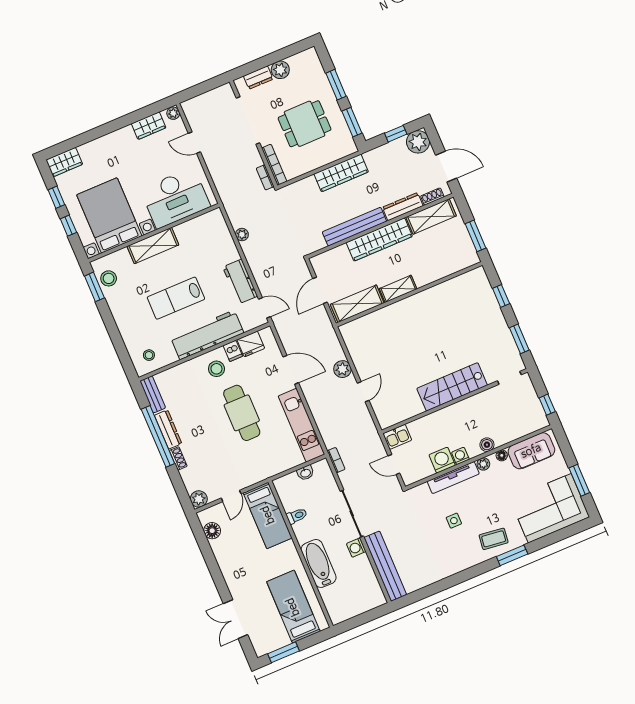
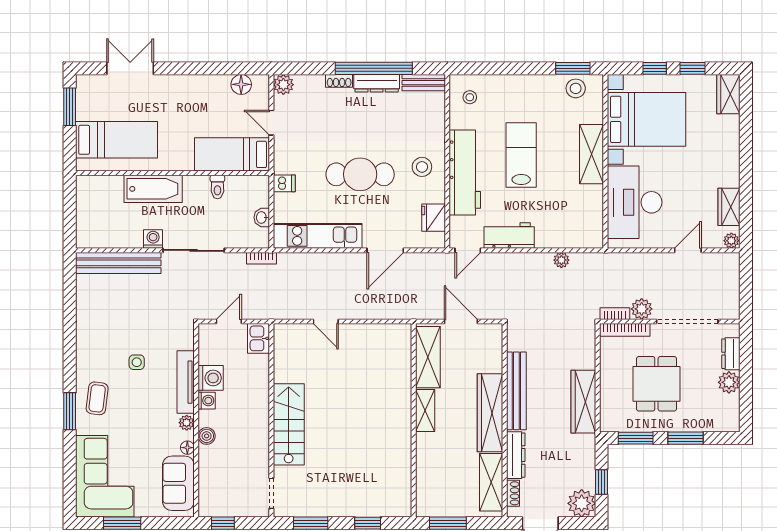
dishwasher: (233, 351) -> (284, 183), moved, turned 180
plant: (342, 369) -> (642, 309), moved

